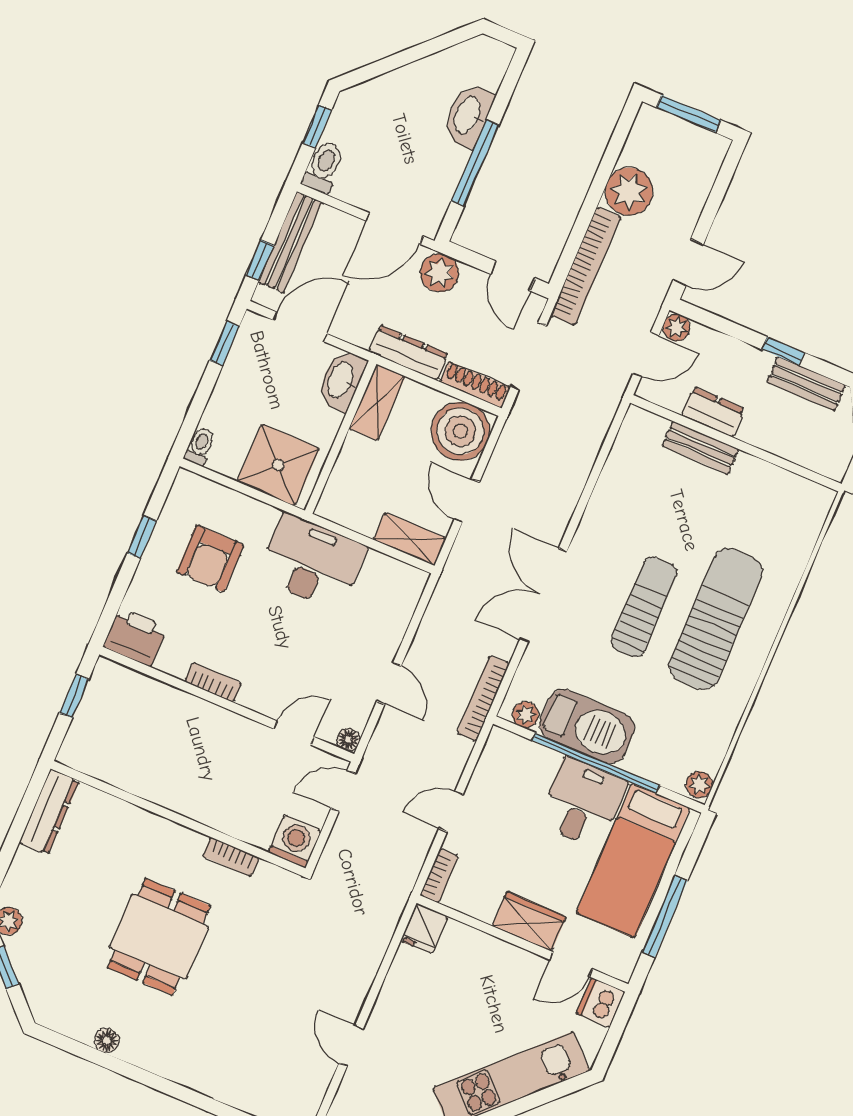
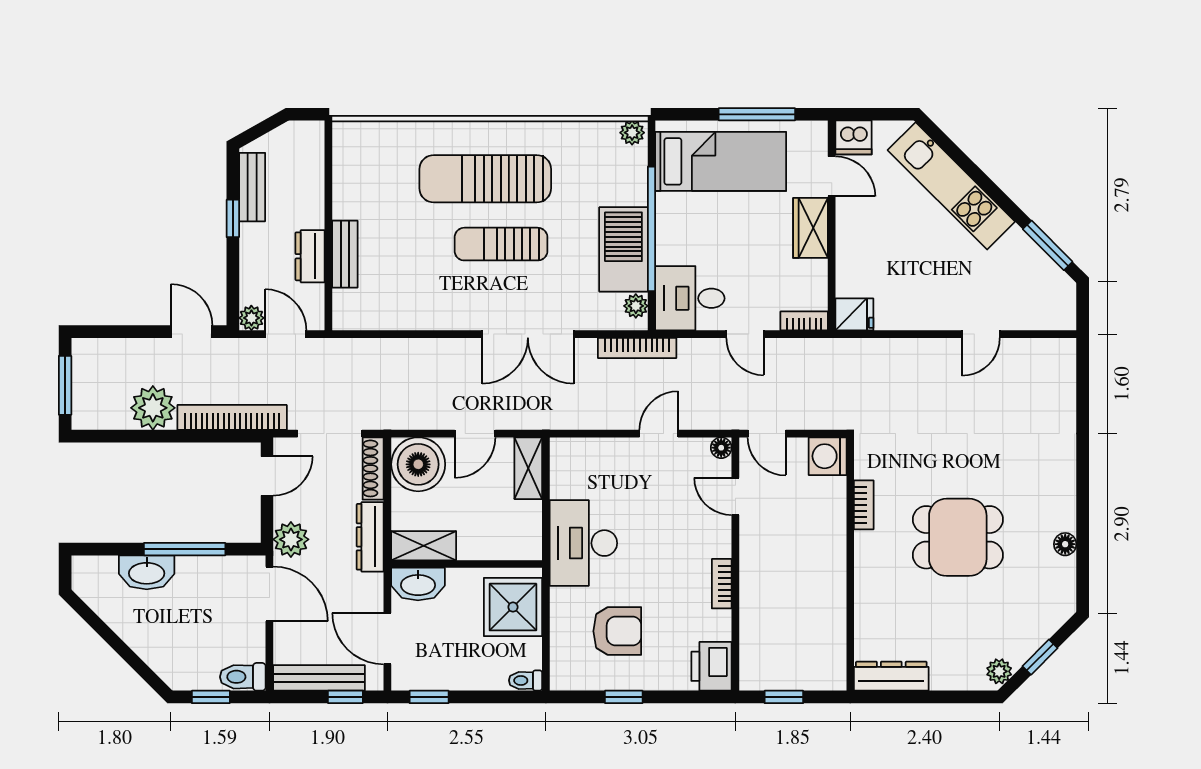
desk: (582, 803) -> (690, 298), moved

